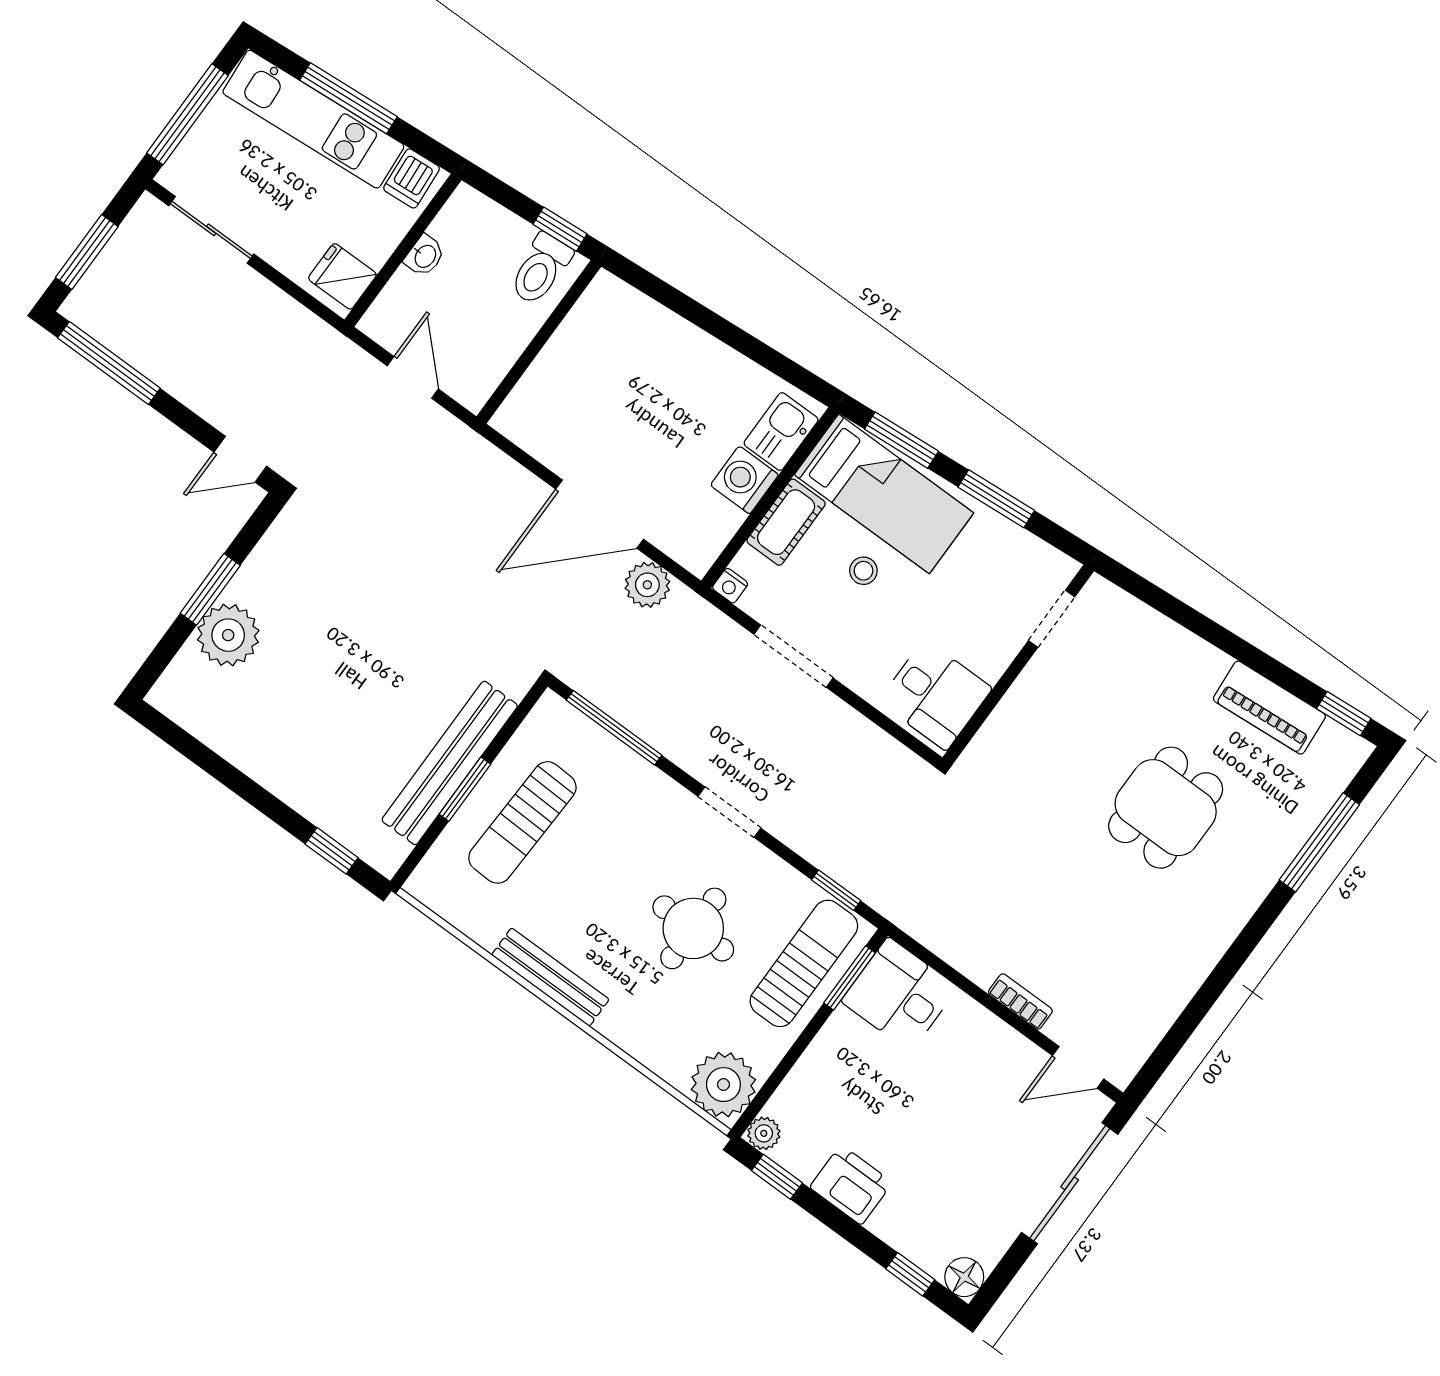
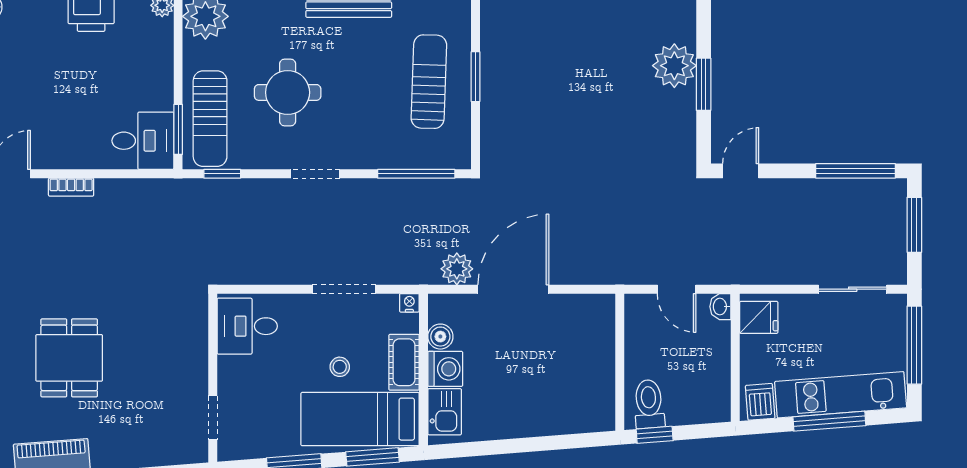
washbasin: (425, 256) -> (720, 307), moved
boiler: (723, 521) -> (440, 337), added
bench: (450, 763) -> (495, 85), removed

